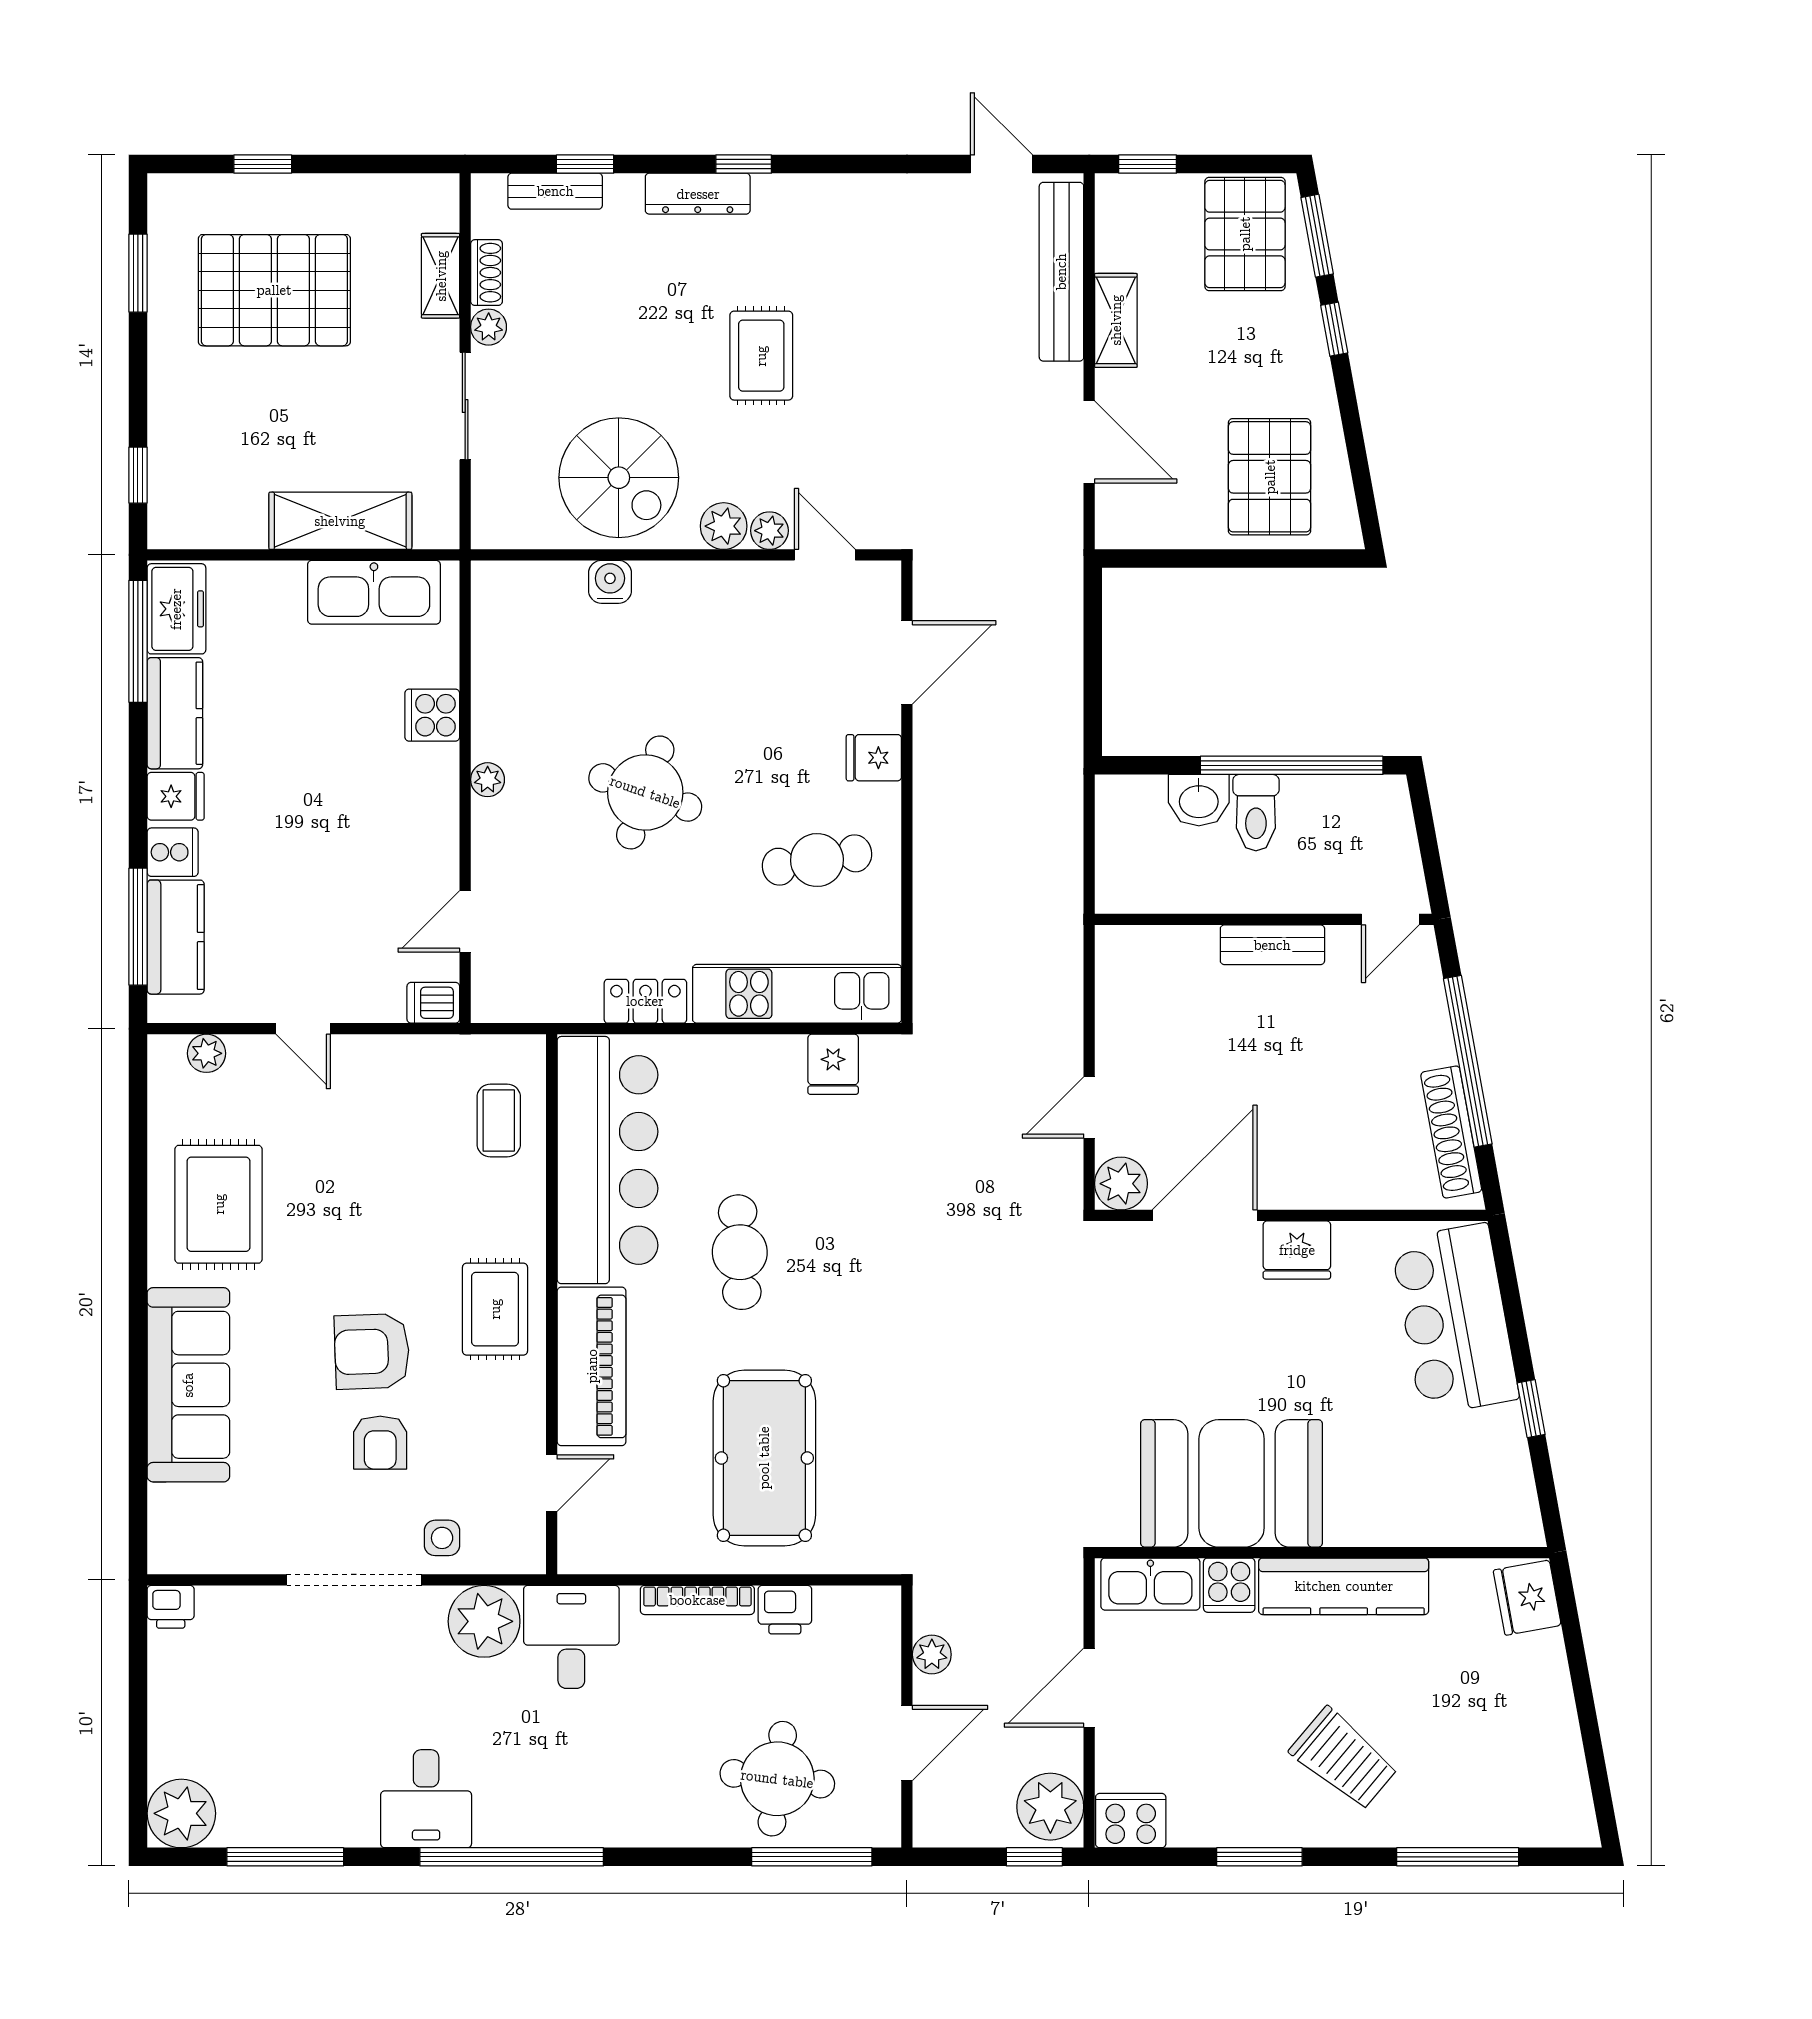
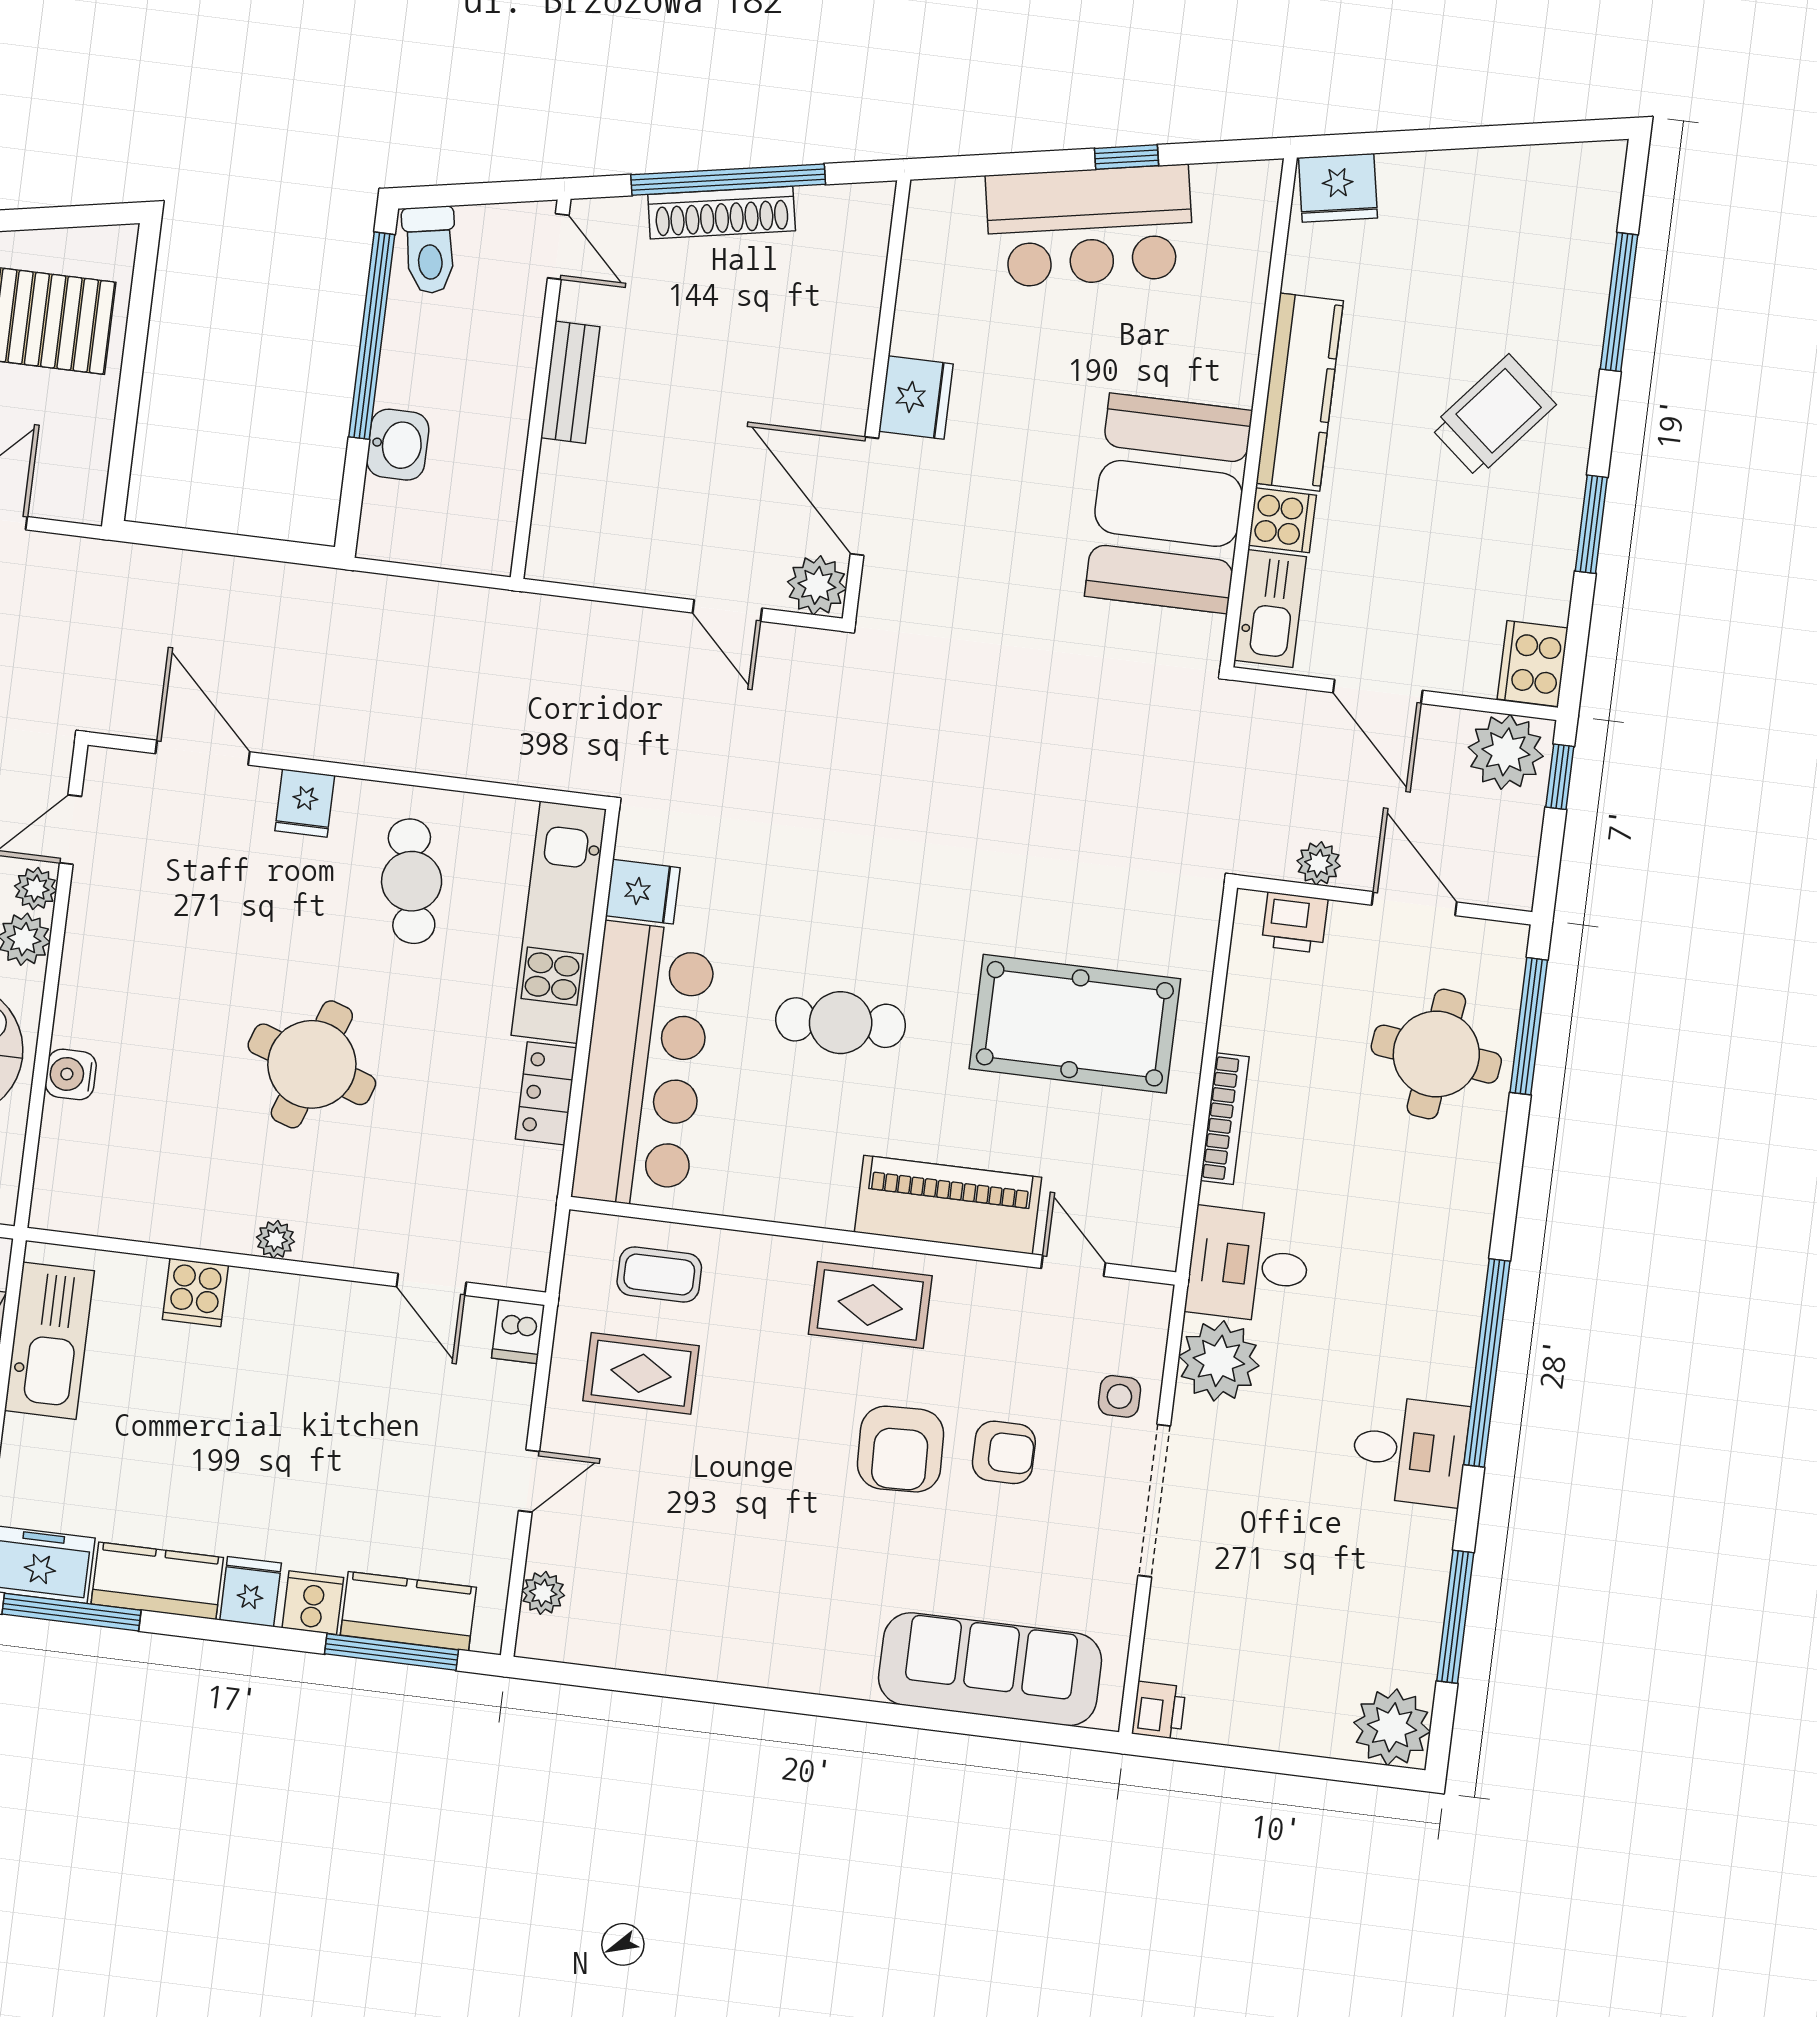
toilet: (1256, 813) -> (430, 250), moved, turned 80
shoe rack: (1451, 1132) -> (722, 213), moved
bar counter: (607, 1160) -> (644, 1065), moved, turned 90
rug: (219, 1204) -> (641, 1373), moved, width x0.73, depth x0.70
bar counter: (1455, 1319) -> (1090, 226), moved
sofa: (188, 1385) -> (990, 1669), moved
printer: (785, 1610) -> (1295, 923), moved, turned 90

